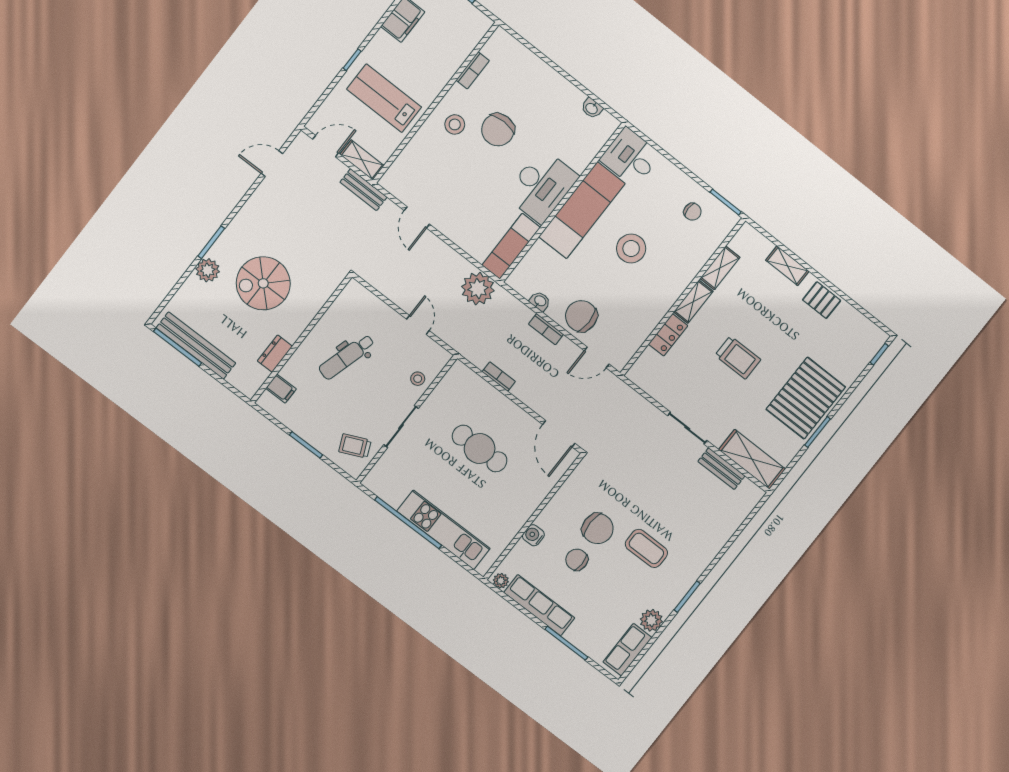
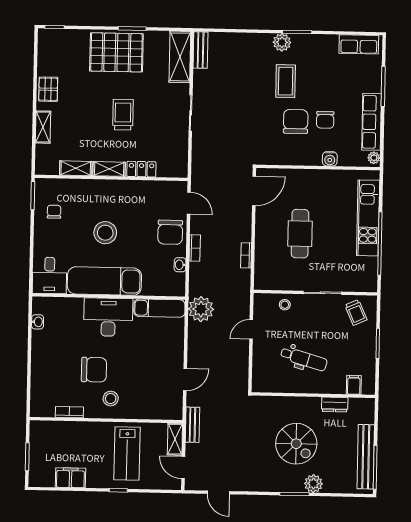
bench: (721, 469) -> (201, 50), moved
plant: (651, 620) -> (282, 42), moved

